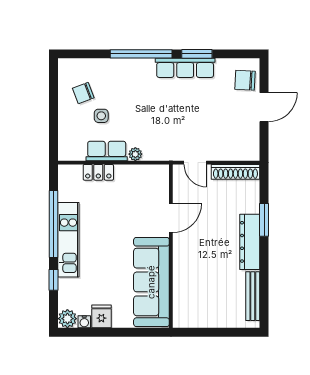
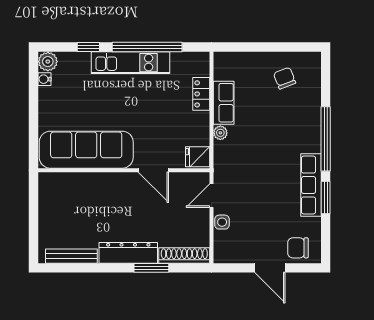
chair: (245, 80) -> (298, 248), turned -93
side table: (101, 116) -> (222, 222), moved
shoe rack: (235, 172) -> (184, 255), moved, turned 90
fridge: (101, 316) -> (198, 157), moved, turned 180

